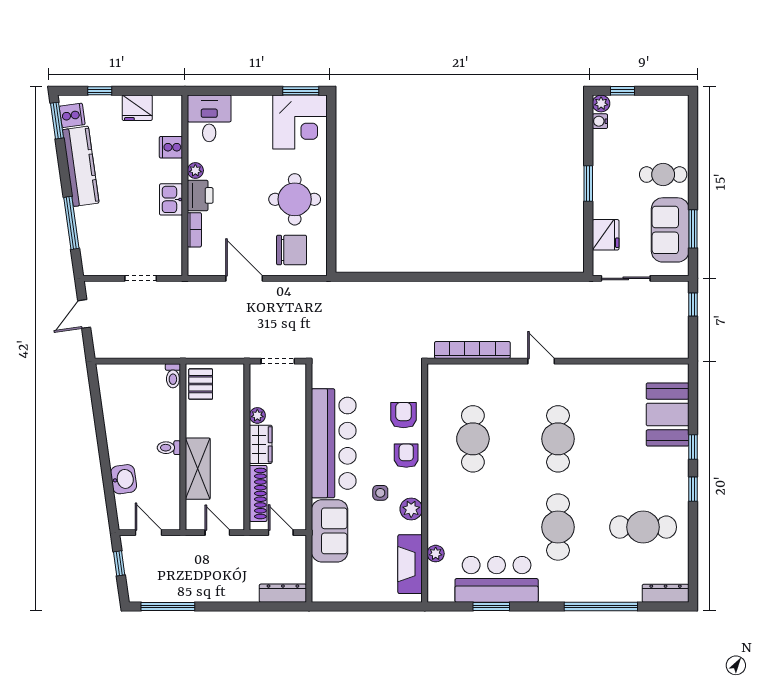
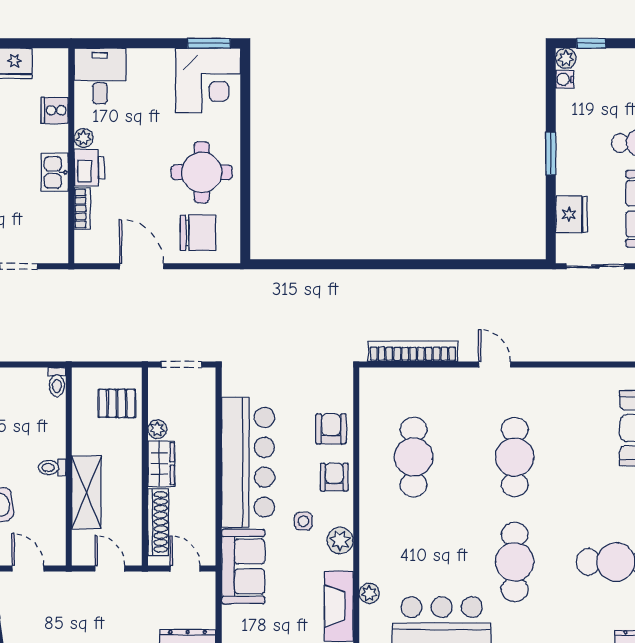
pallet: (201, 384) -> (117, 403), moved, turned 90

